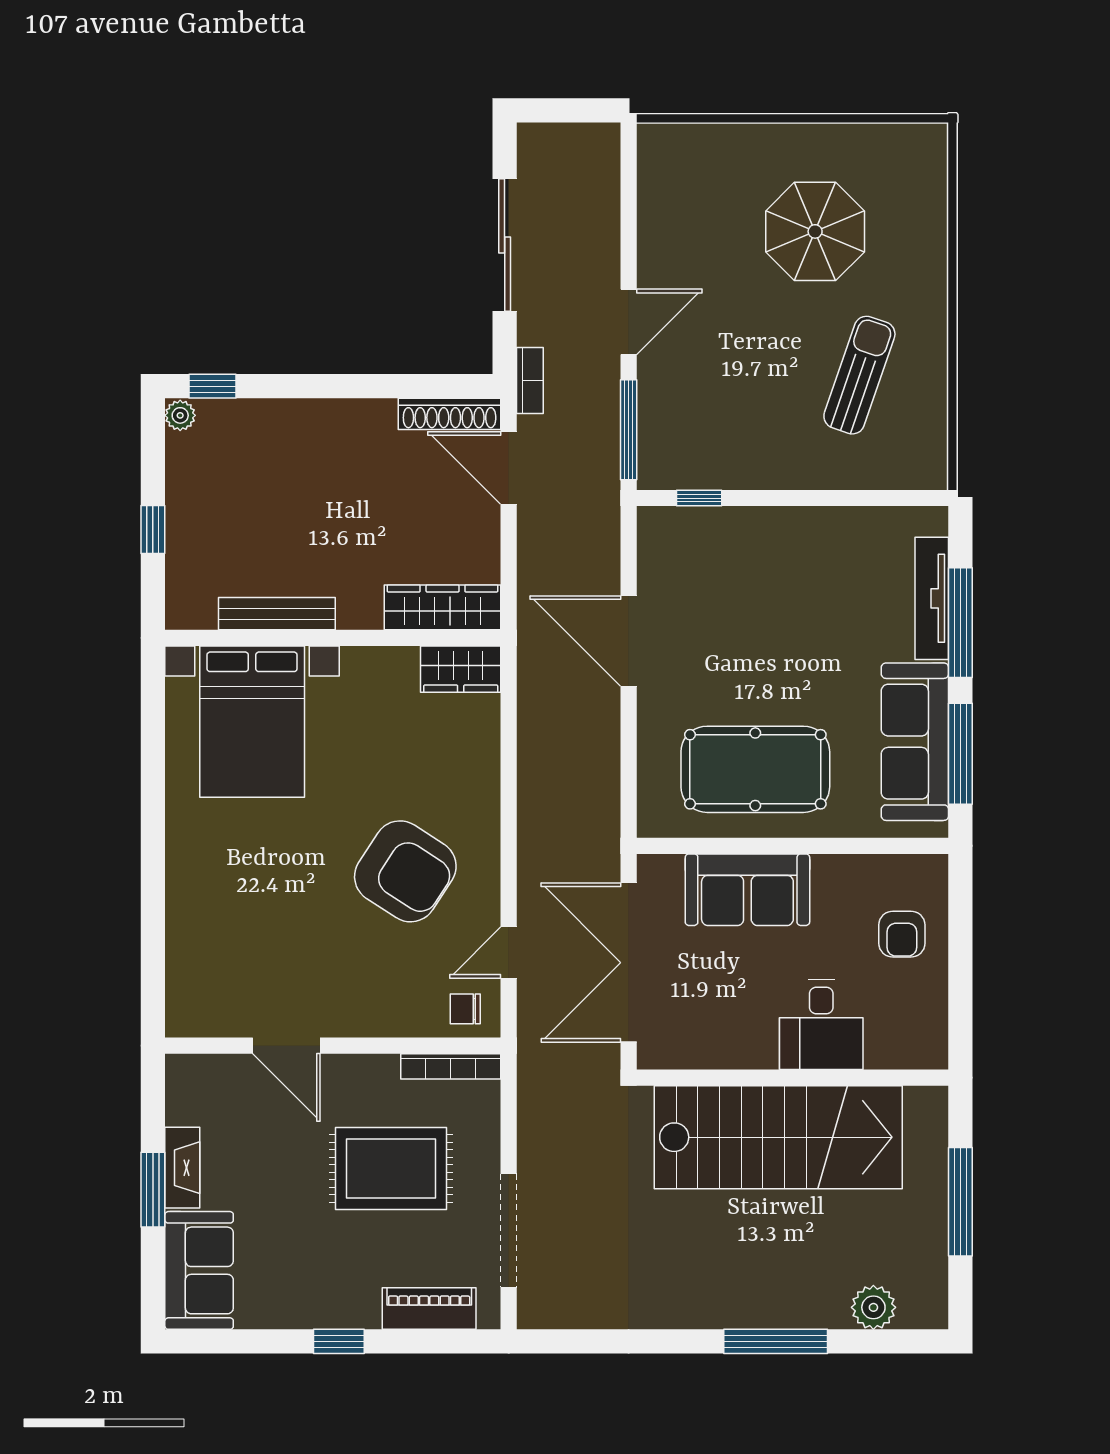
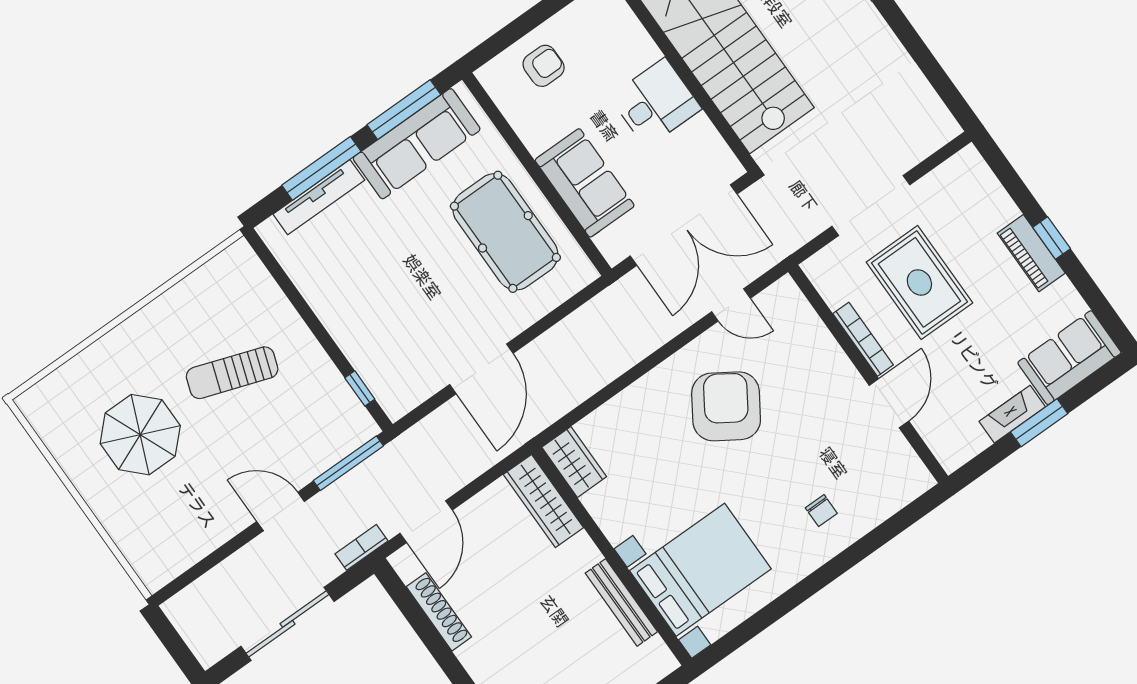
sun lounger: (859, 375) -> (232, 373), moved
shoe rack: (450, 414) -> (439, 612), moved
chair: (465, 1009) -> (821, 511), moved
desk: (821, 1025) -> (656, 103), moved
bookcase: (451, 1066) -> (863, 339), moved
doorway: (509, 1230) -> (871, 206), moved
piano: (429, 1309) -> (1031, 253), moved

